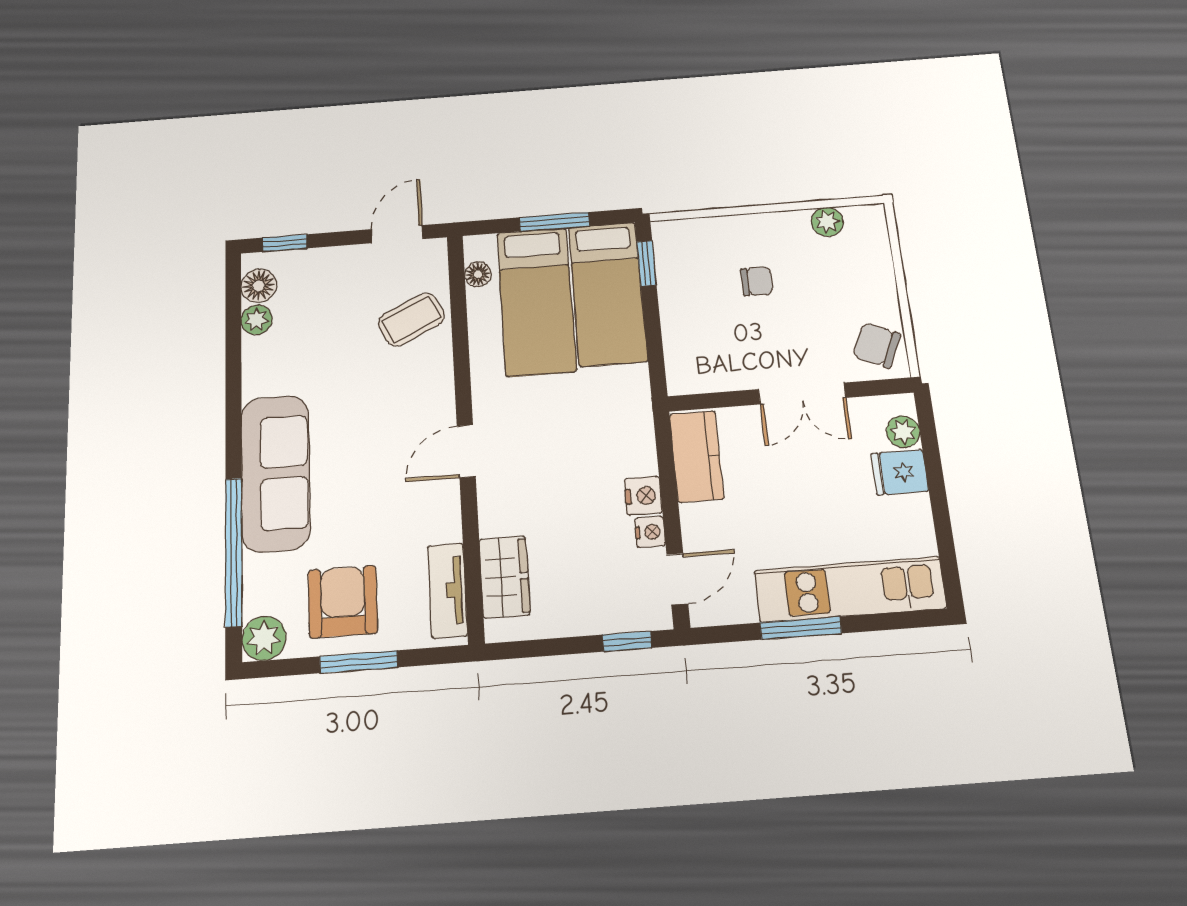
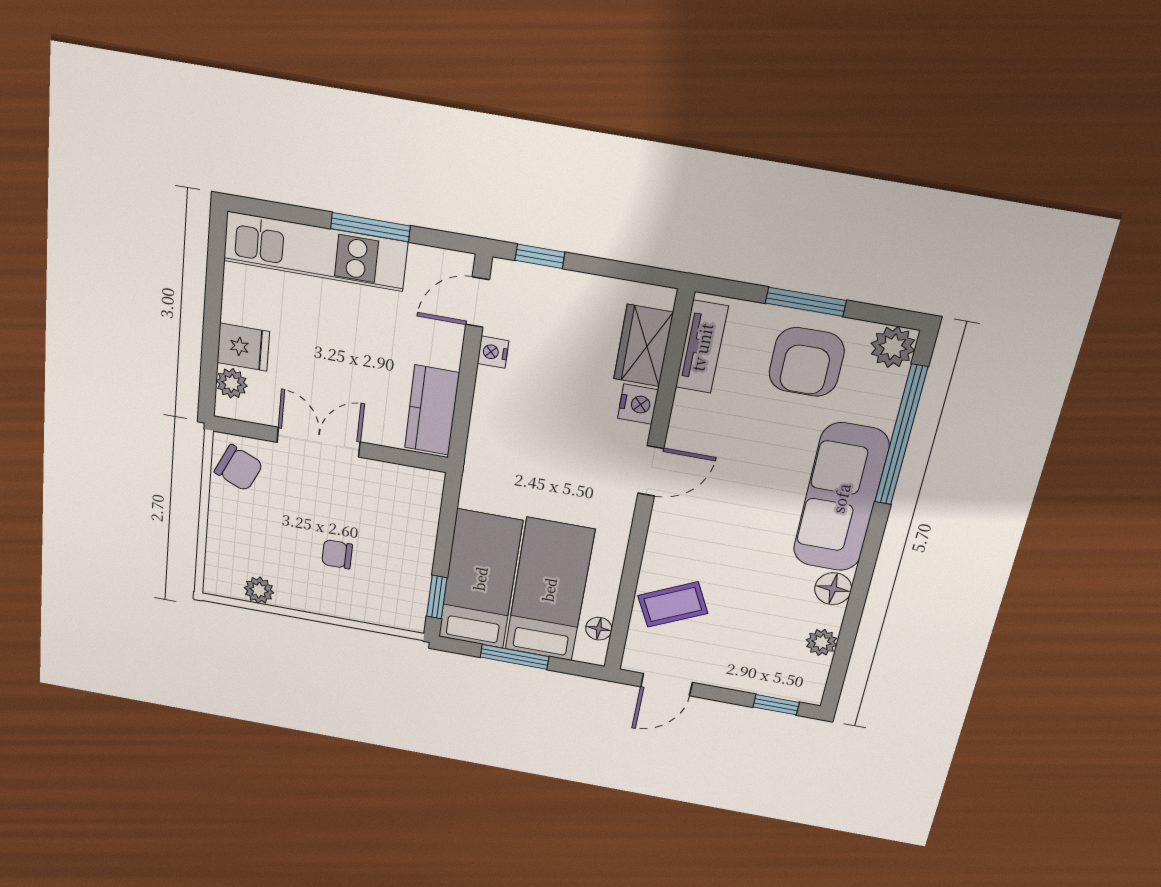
floor lamp: (259, 286) -> (833, 589), moved
nightstand: (643, 496) -> (638, 404), moved, turned 180

